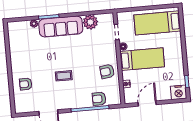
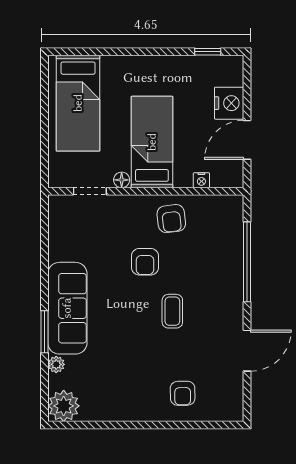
plant: (90, 22) -> (64, 406), moved
nightstand: (179, 92) -> (229, 103), moved
armchair: (99, 99) -> (145, 262), moved
door: (147, 104) -> (247, 140), hinge flipped

